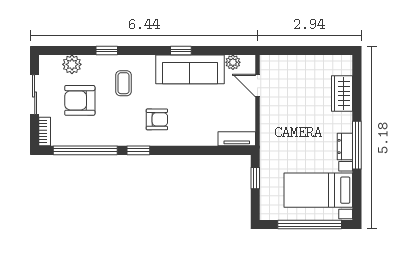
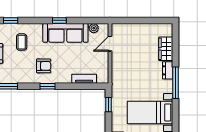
door: (257, 85) -> (110, 44), hinge flipped
tv unit: (237, 139) -> (84, 79), moved
dresser: (345, 147) -> (168, 70), moved
window: (138, 150) -> (47, 86), moved

